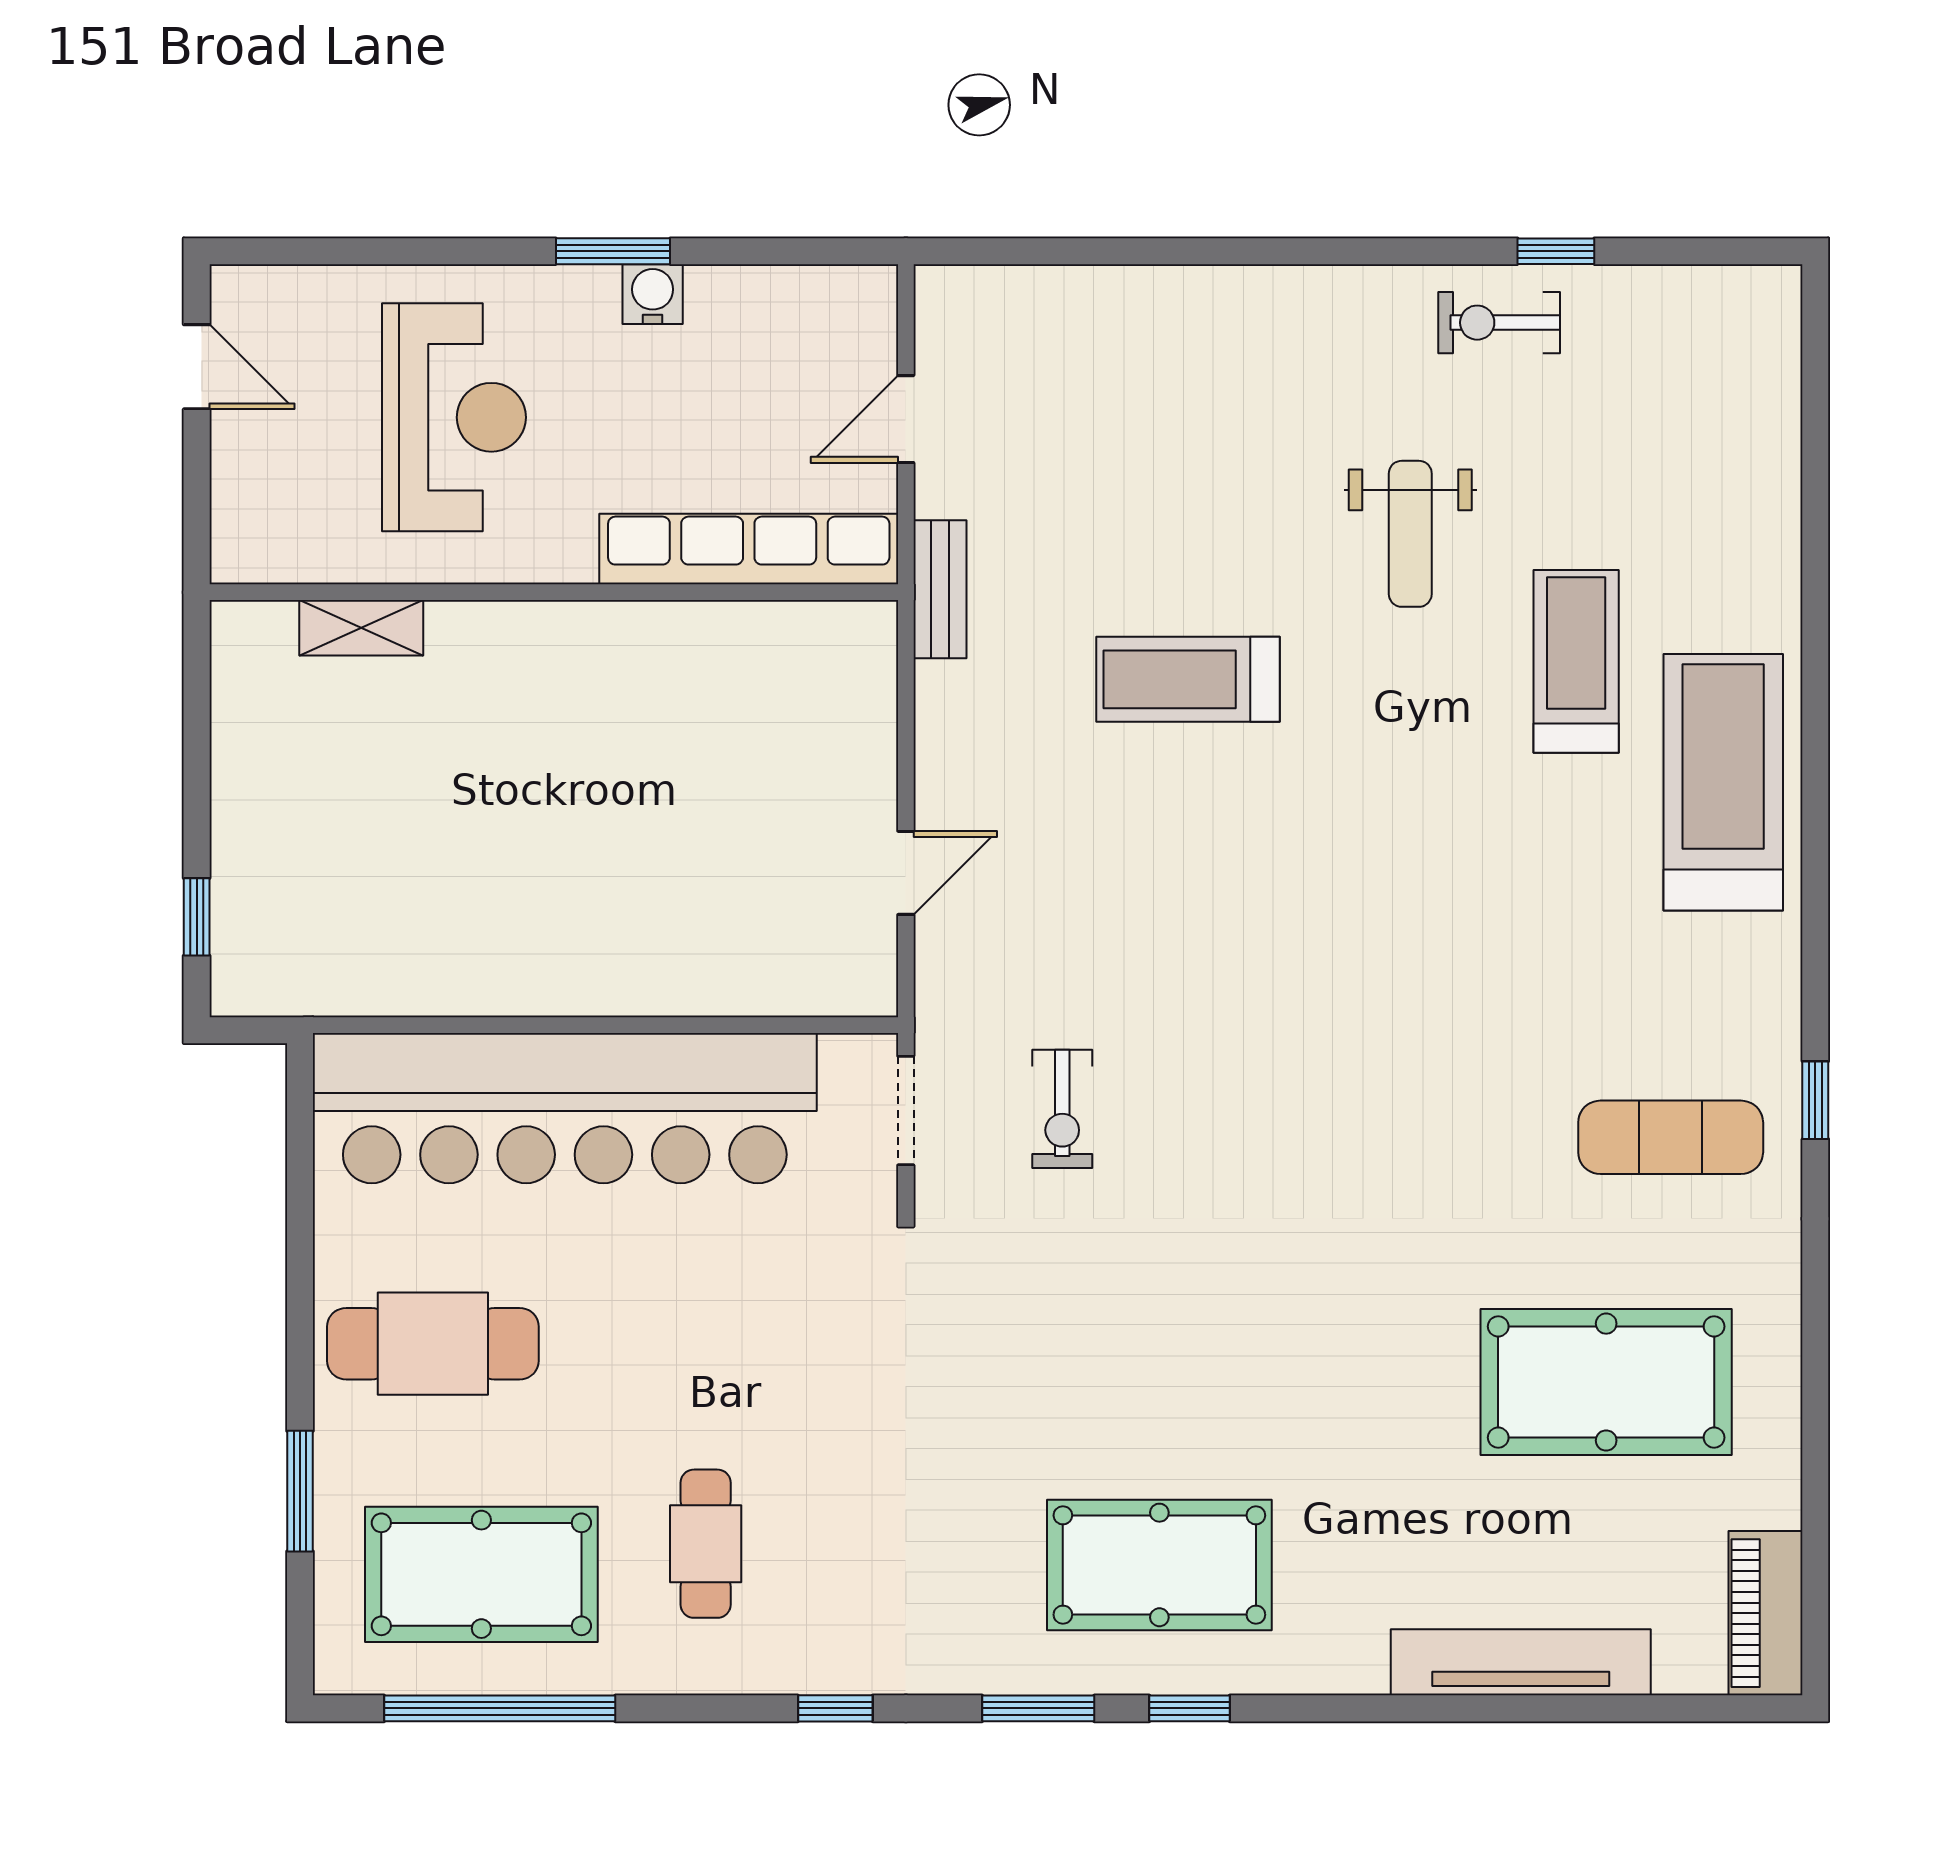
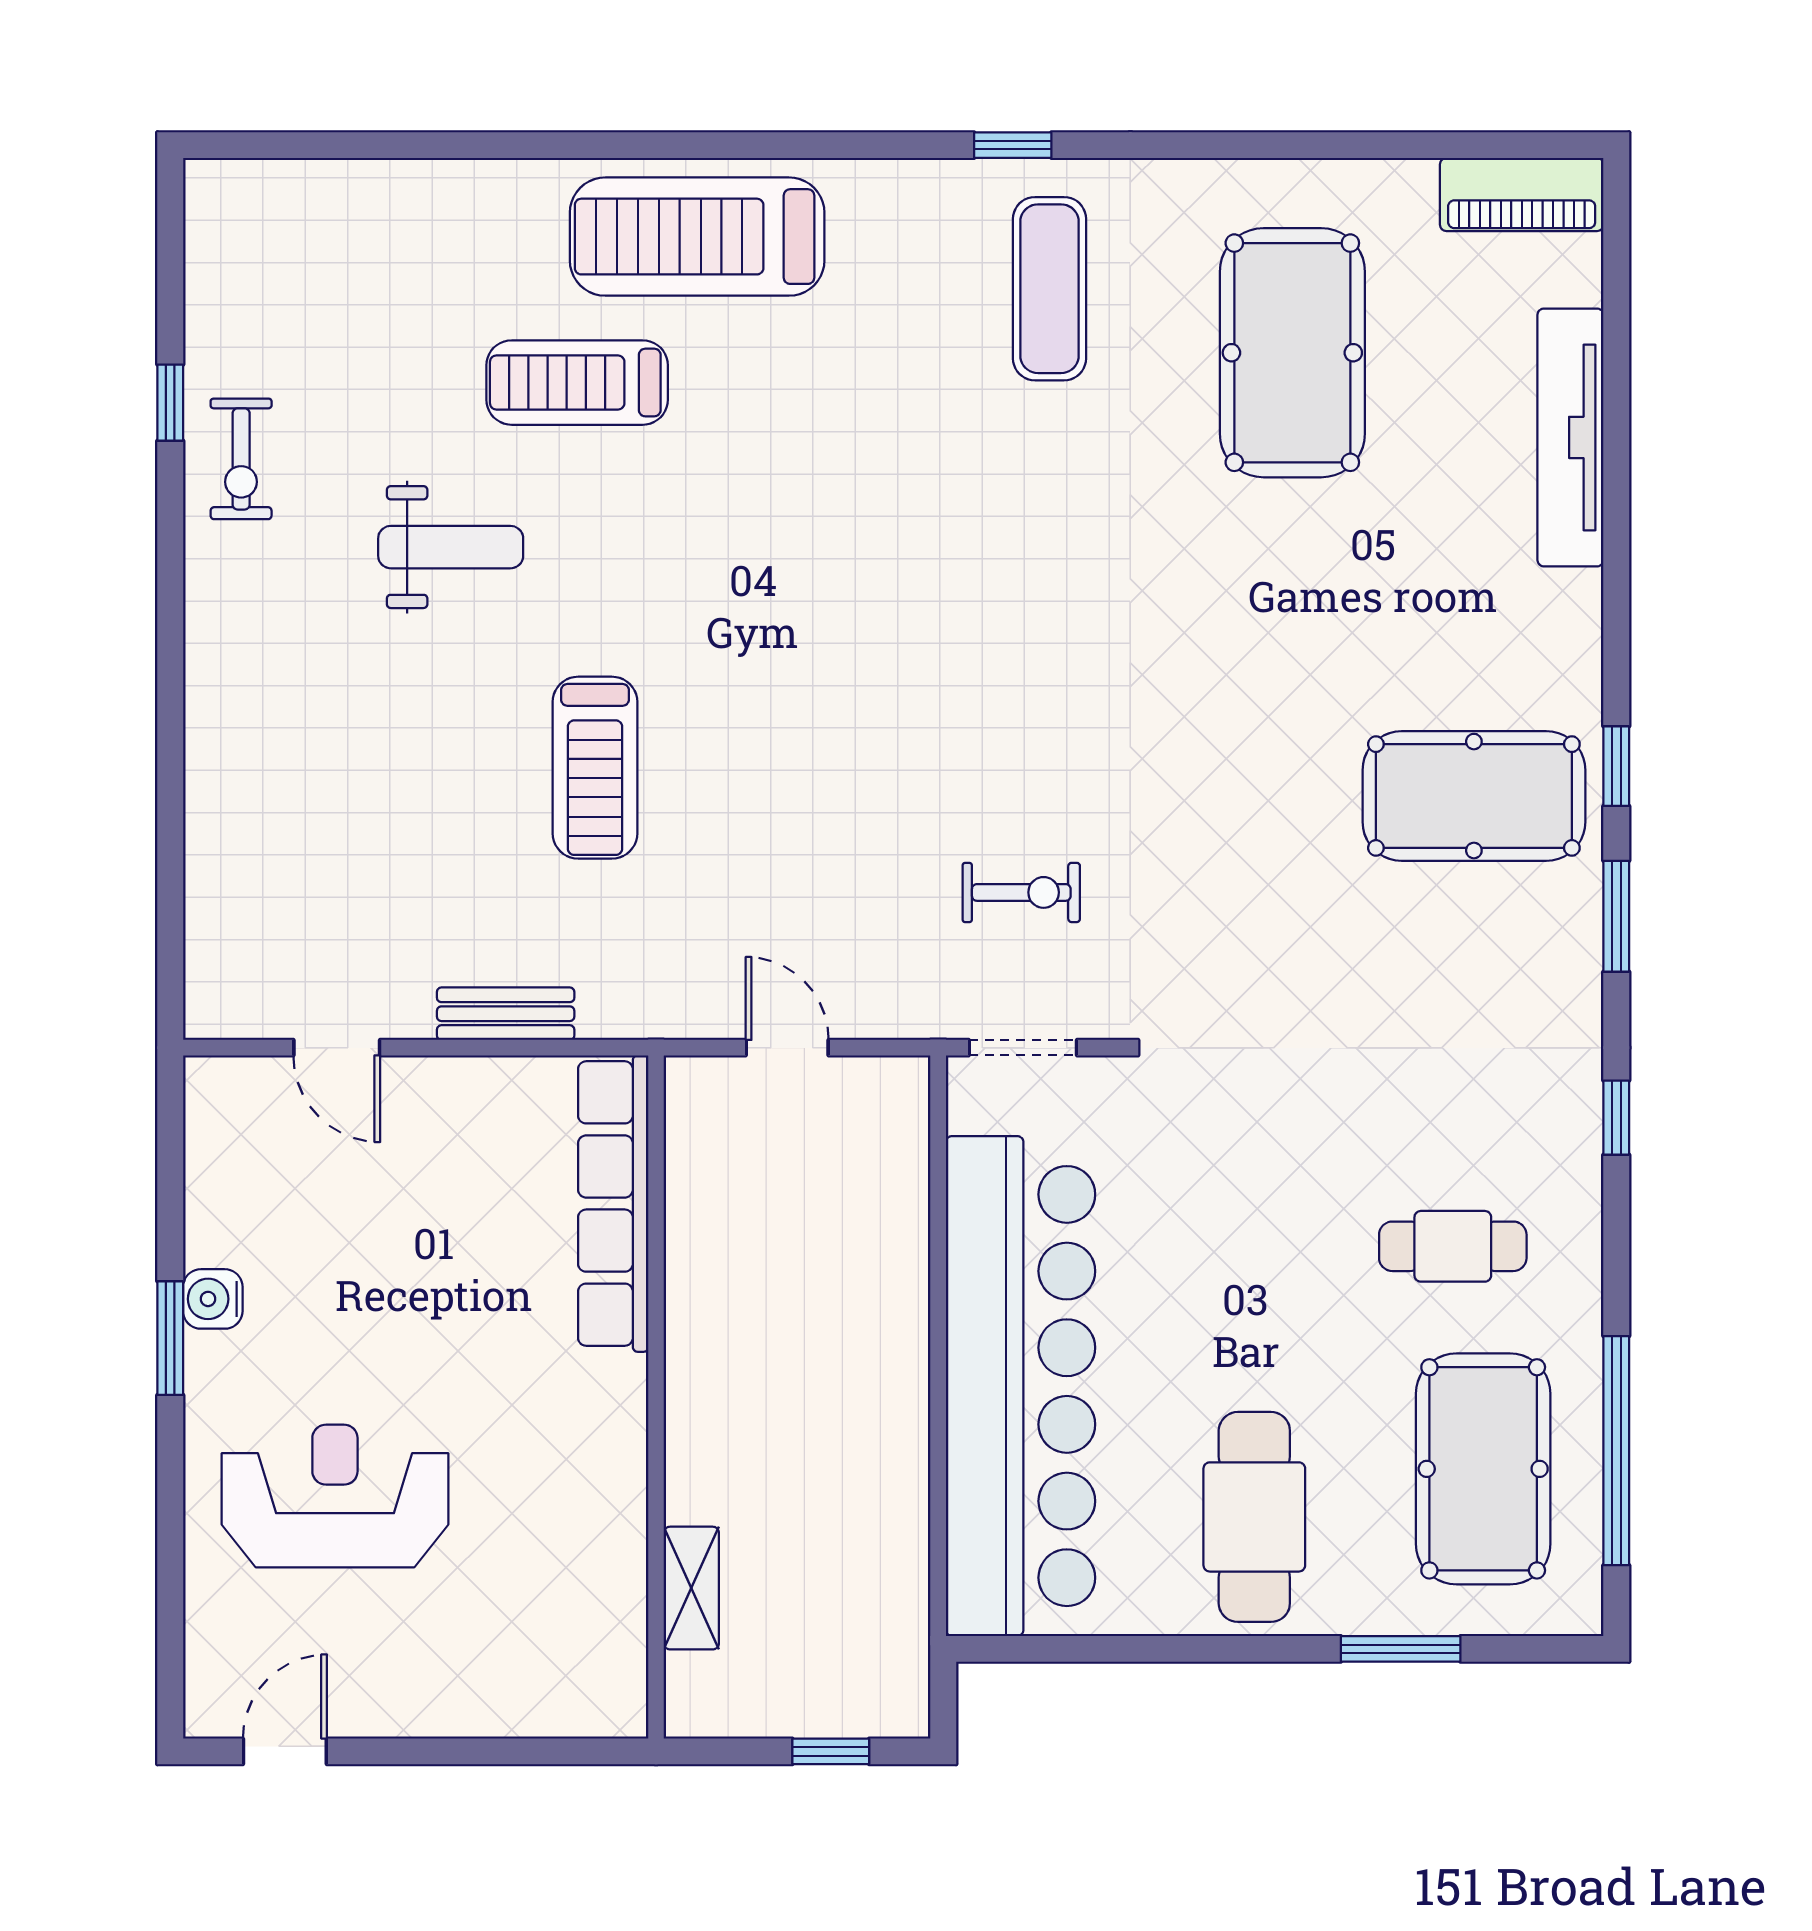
row of seats: (749, 549) -> (613, 1204), moved
wall: (554, 592) -> (656, 1397), moved
shelving: (361, 628) -> (691, 1588), moved
pool table: (1159, 1565) -> (1474, 796), turned 90

